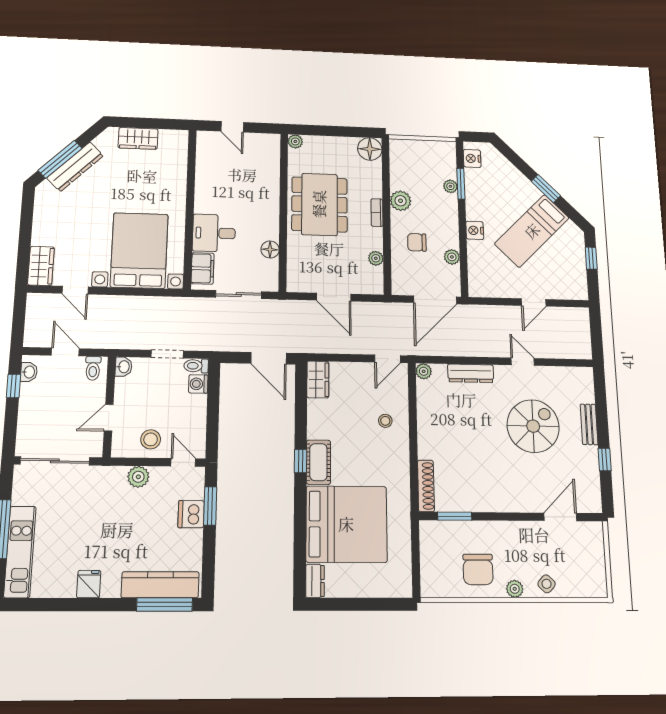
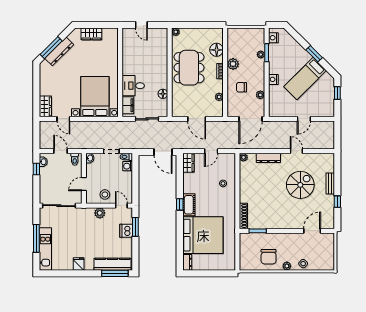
floor lamp: (370, 149) -> (217, 50), moved
door: (388, 359) -> (211, 151), moved

